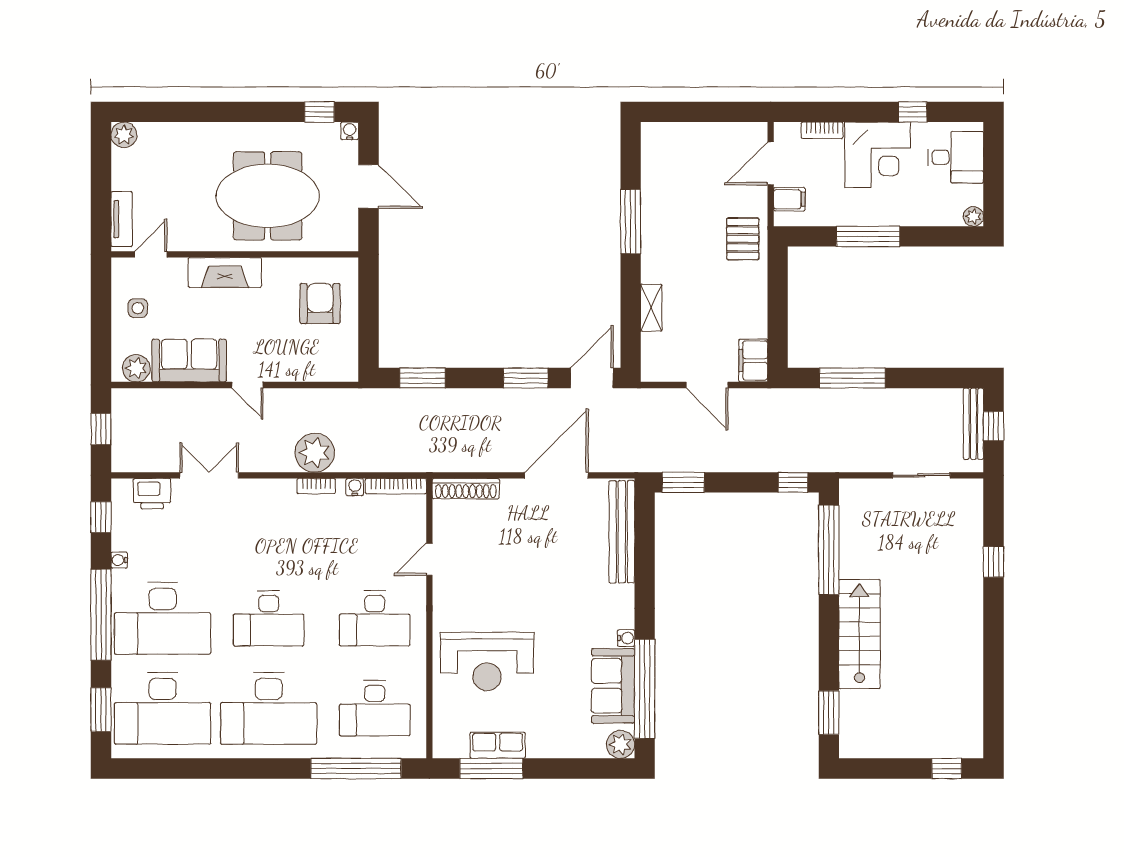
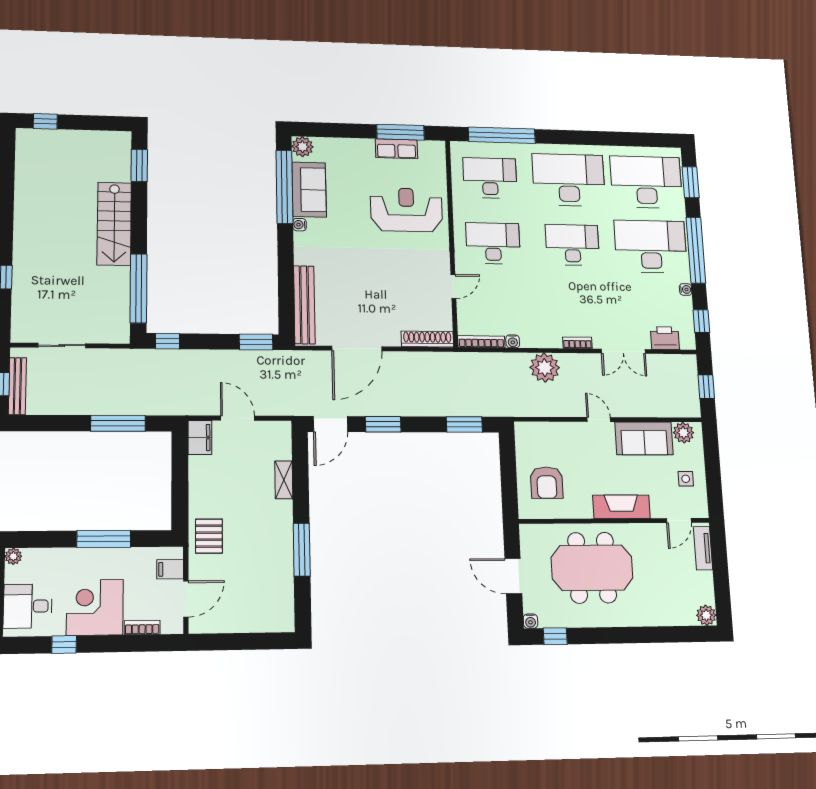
bookcase: (316, 486) -> (577, 343), moved

